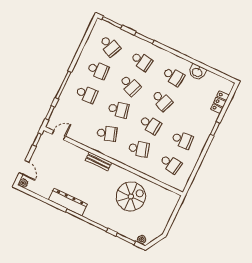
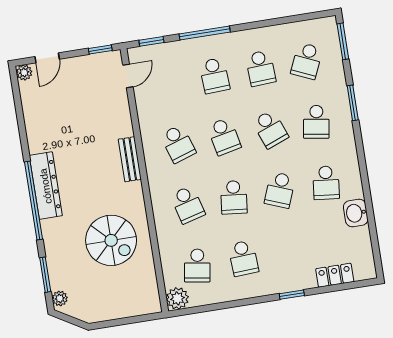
school desk: (130, 85) -> (270, 129), turned -42
door: (59, 135) -> (128, 76), hinge flipped
plant: (180, 184) -> (177, 298), added
dresser: (68, 202) -> (46, 186), moved

